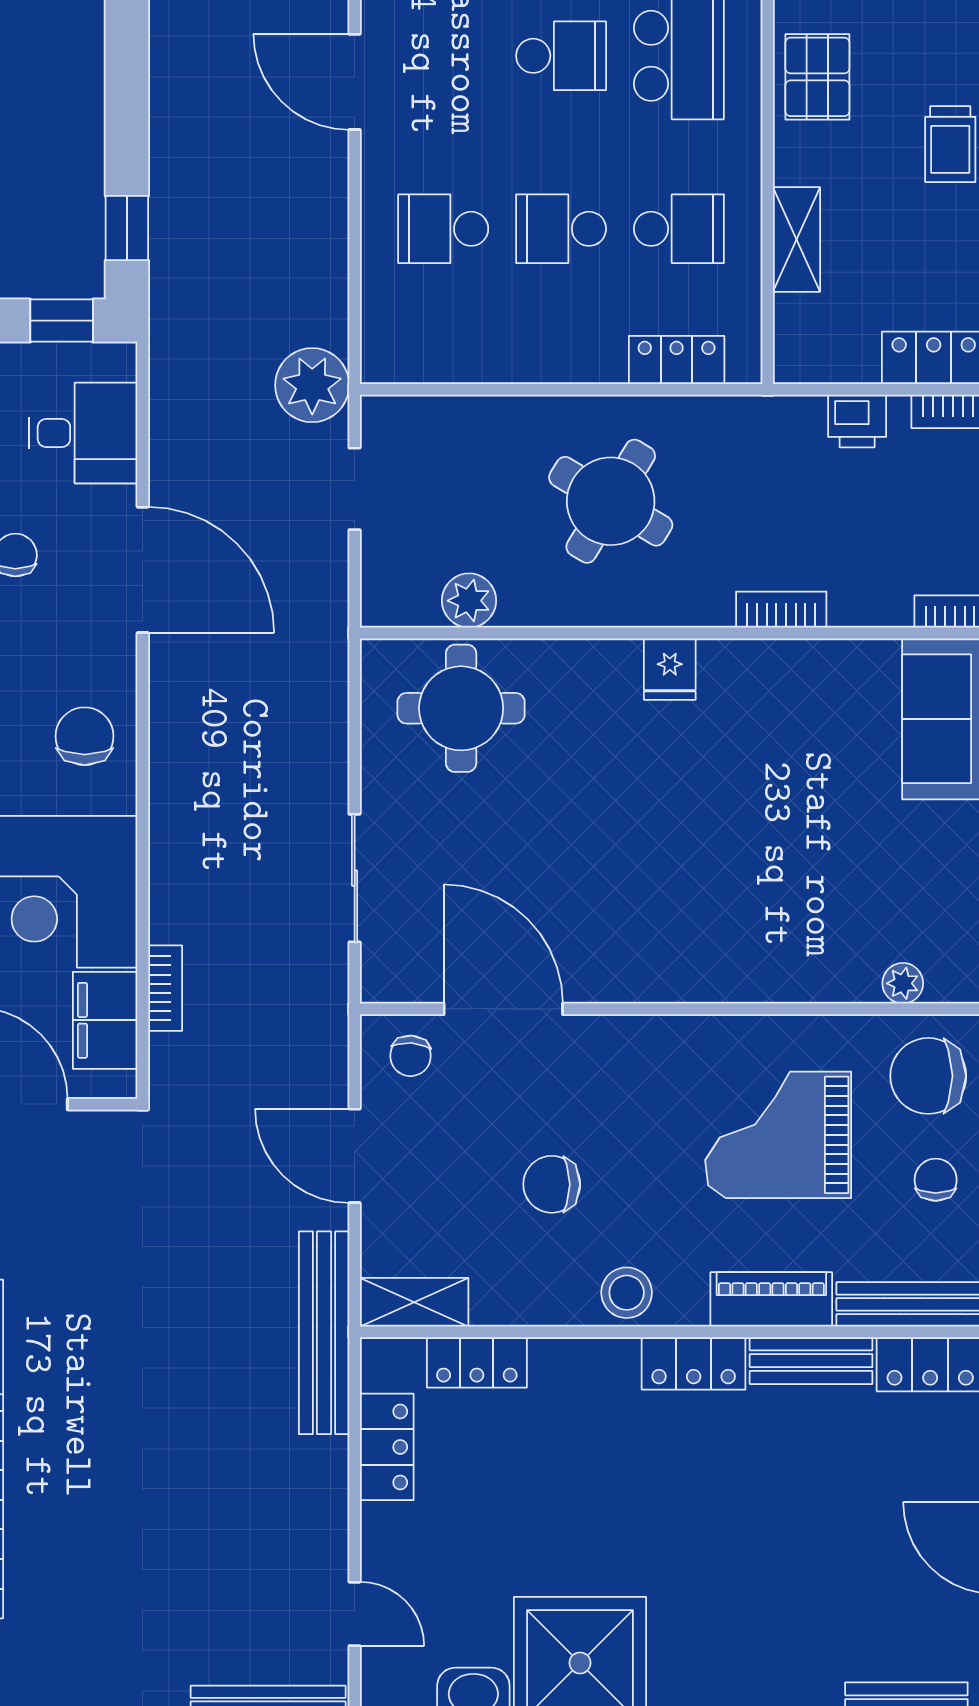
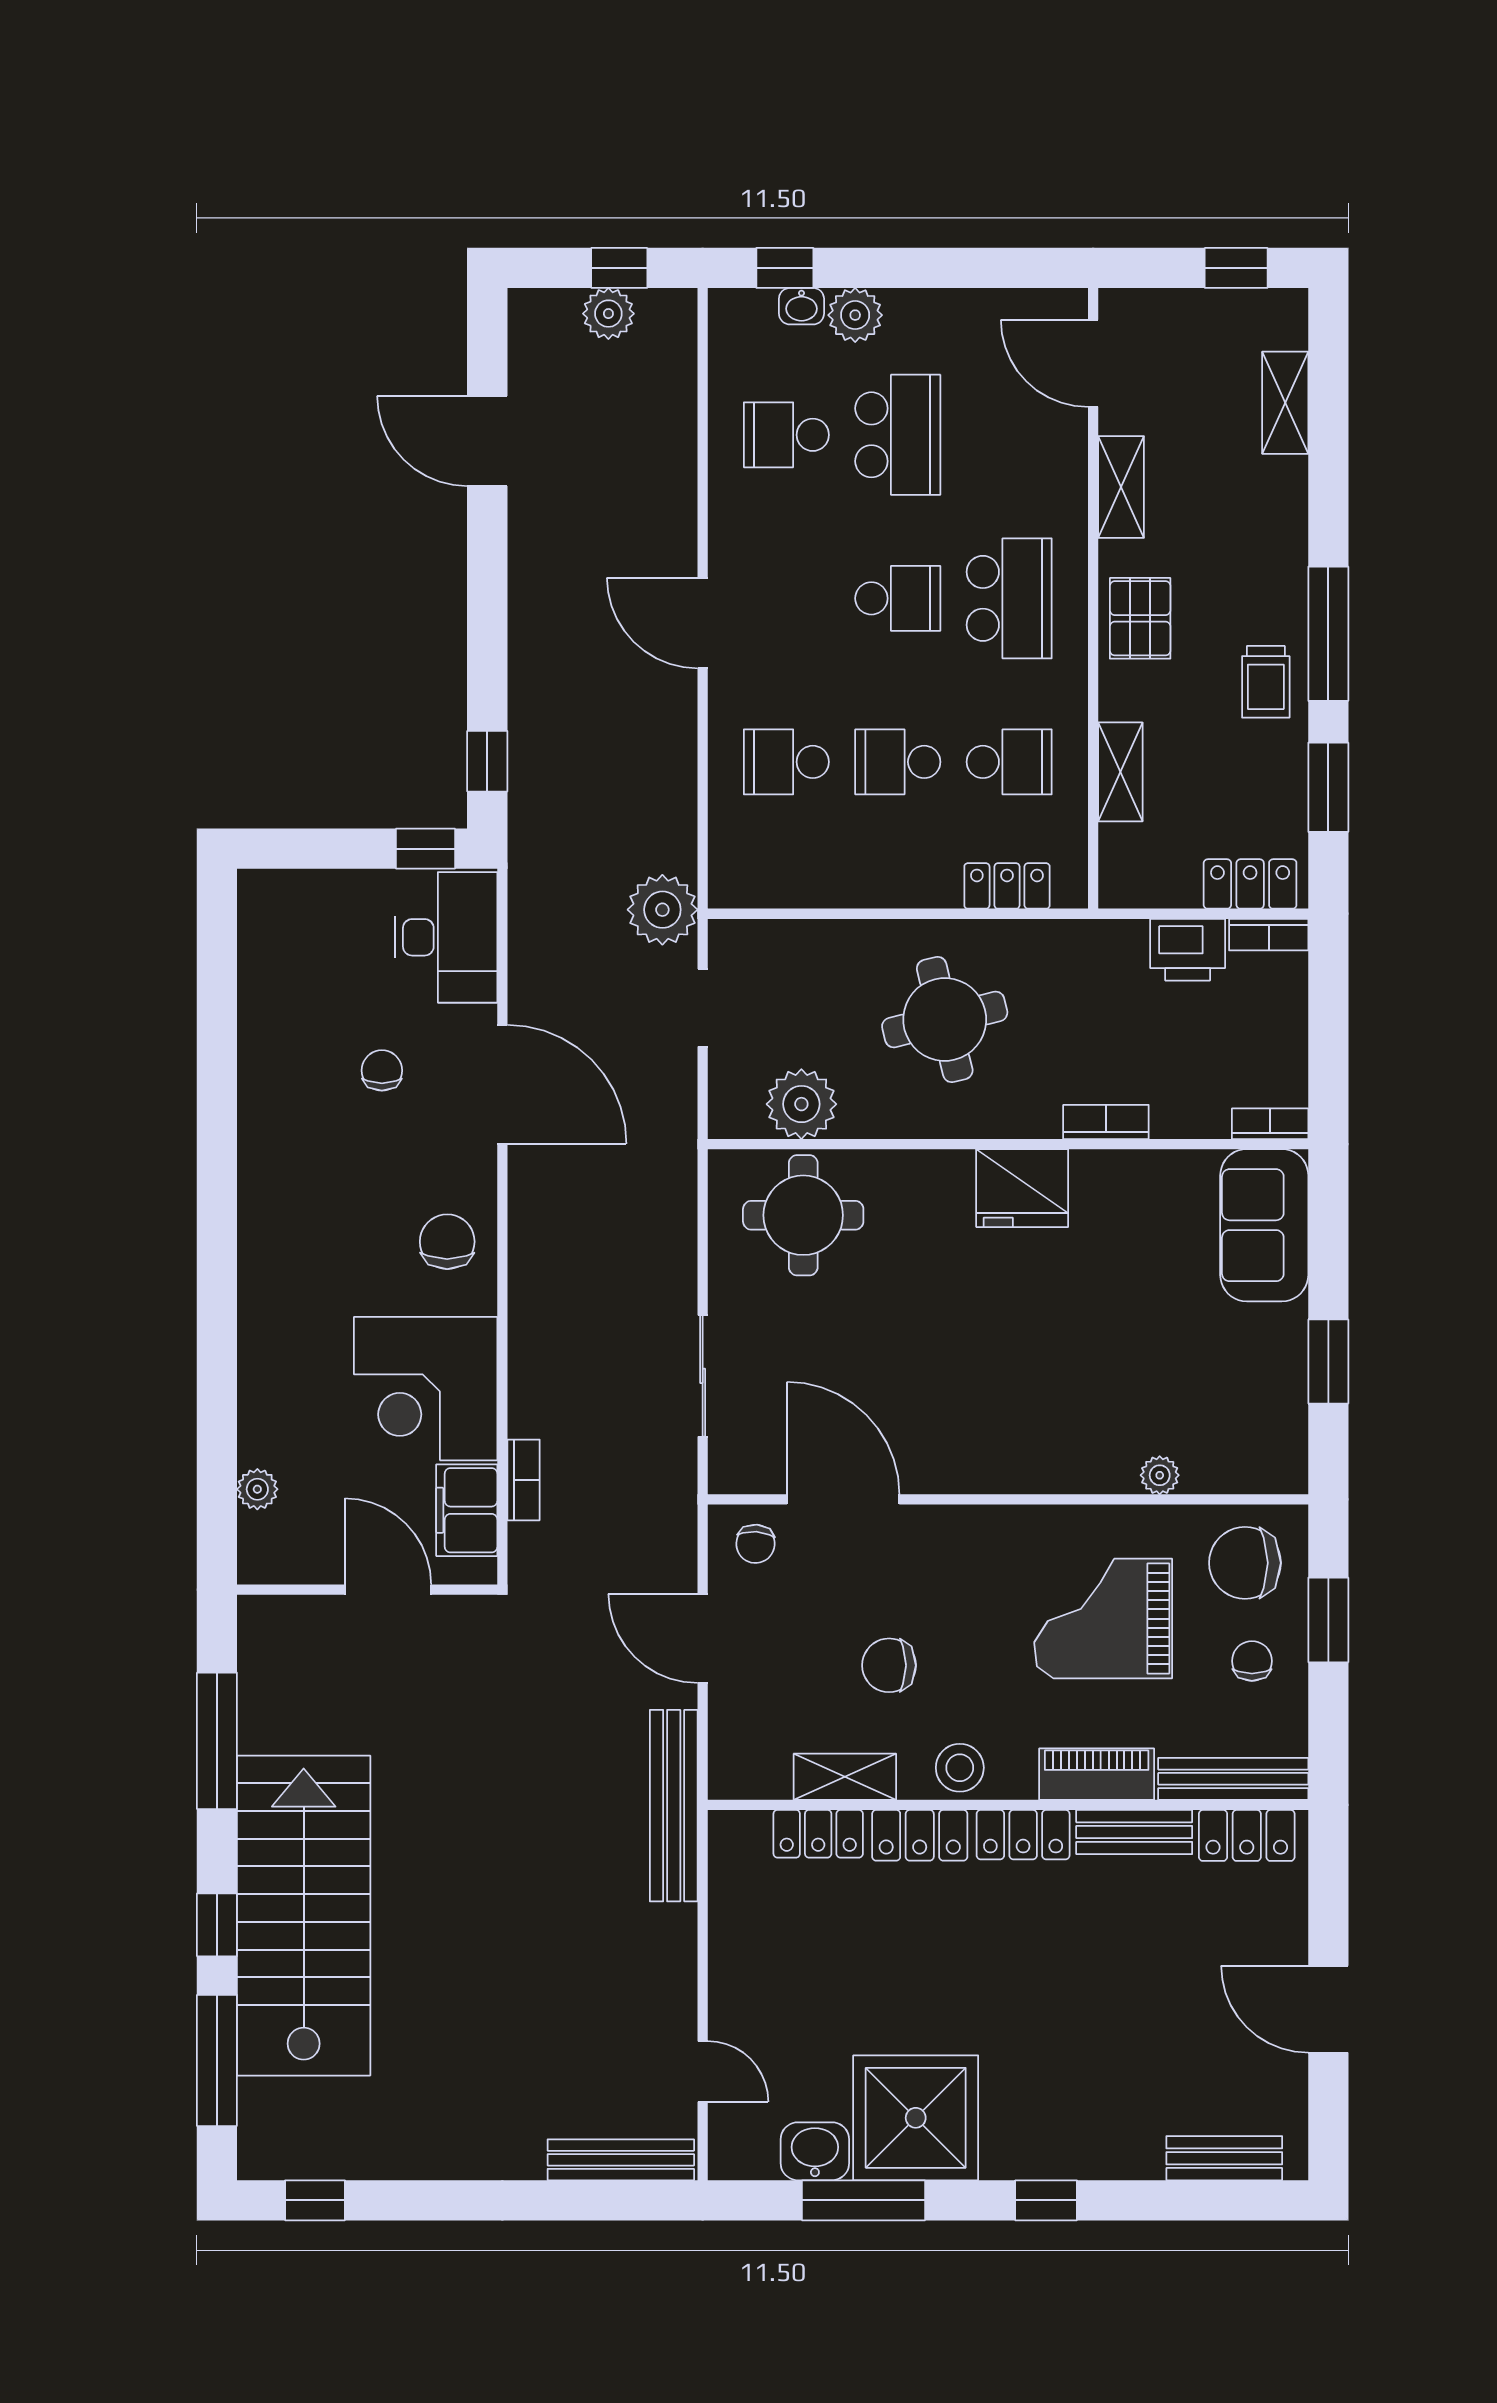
printer: (857, 421) -> (1188, 950), width x1.36, depth x1.24
desk: (83, 433) -> (446, 937), width x1.37
round table: (611, 501) -> (945, 1020), turned 45
plant: (469, 601) -> (801, 1104), width x1.36, depth x1.36
fridge: (670, 669) -> (1022, 1188), width x1.88, depth x1.34
plant: (903, 983) -> (1160, 1475), moved
shelving: (414, 1302) -> (845, 1777), moved
locker: (387, 1447) -> (920, 1835), moved, turned 90

